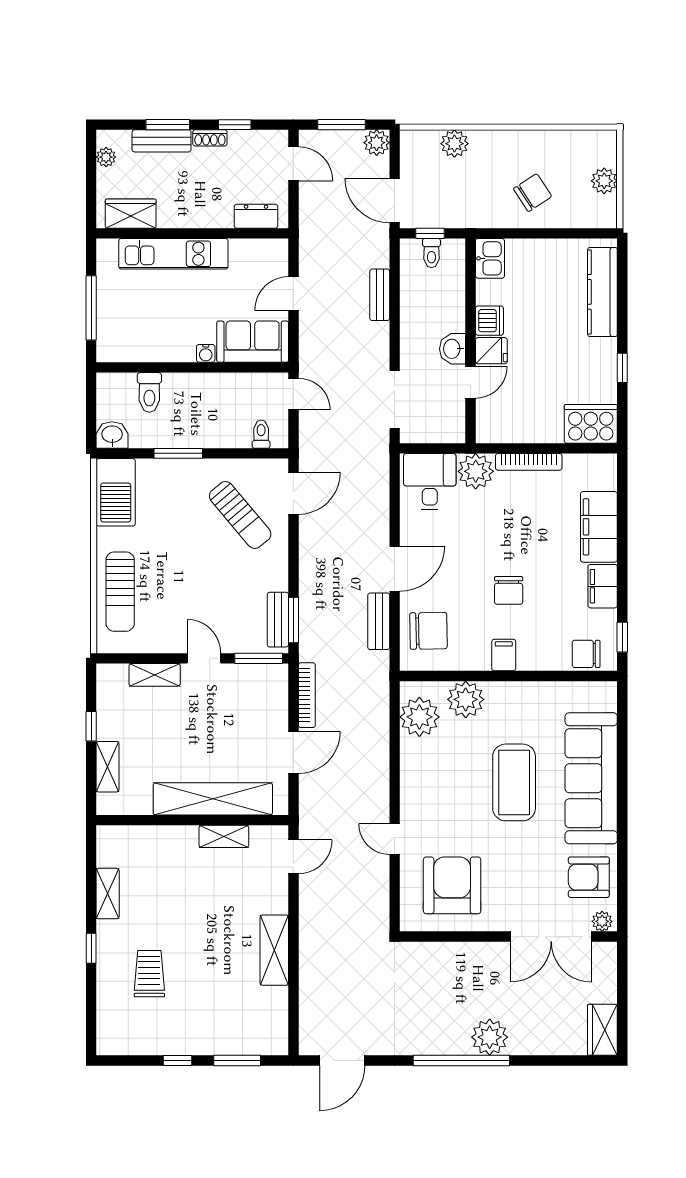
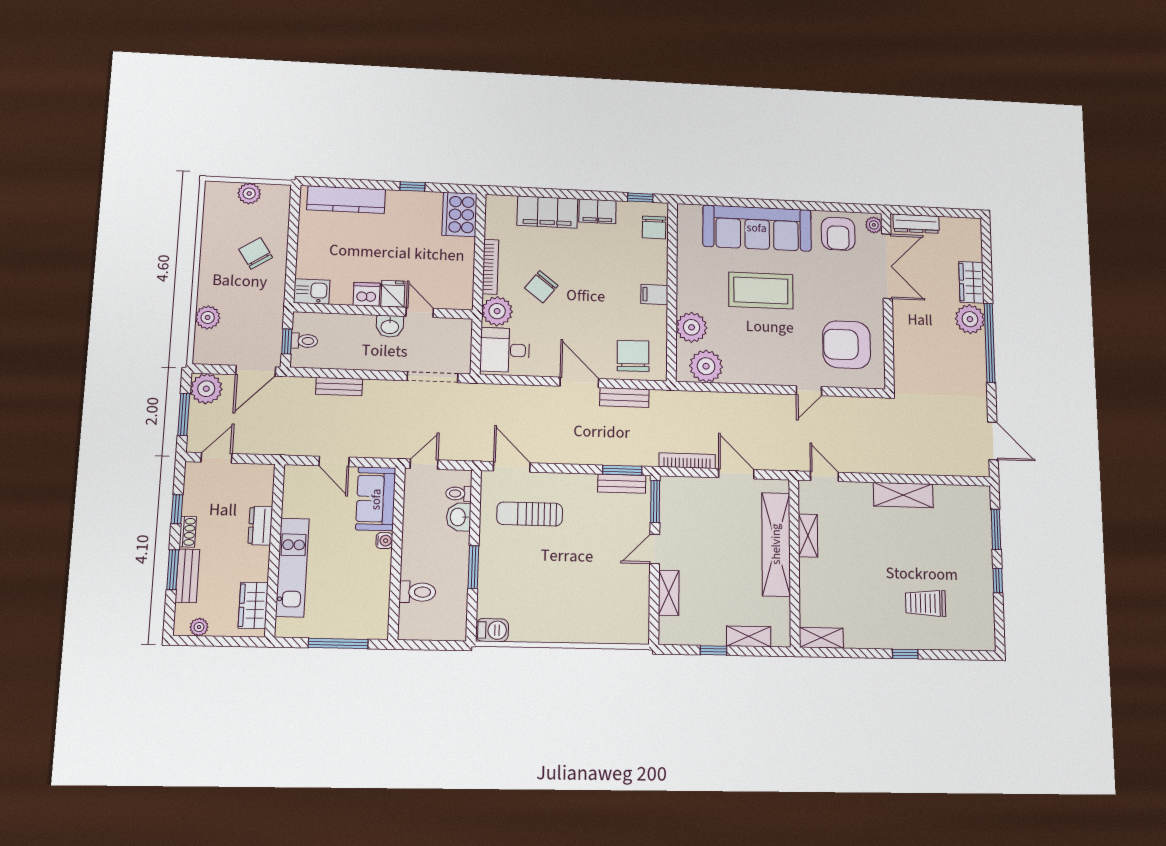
plant: (377, 143) -> (206, 389), width x1.36, depth x1.36
dresser: (256, 216) -> (260, 526), moved
washbasin: (112, 435) -> (459, 517), moved
barbecue: (116, 492) -> (492, 630), width x0.53, depth x0.65
sun lounger: (240, 515) -> (530, 514), turned -140
chair: (509, 590) -> (541, 287), moved, turned 128
sun lounger: (120, 592) -> (595, 622), removed
shelving: (108, 894) -> (821, 638), moved
dresser: (606, 974) -> (916, 224), added
wardrobe: (602, 1030) -> (971, 282), moved, turned 90

